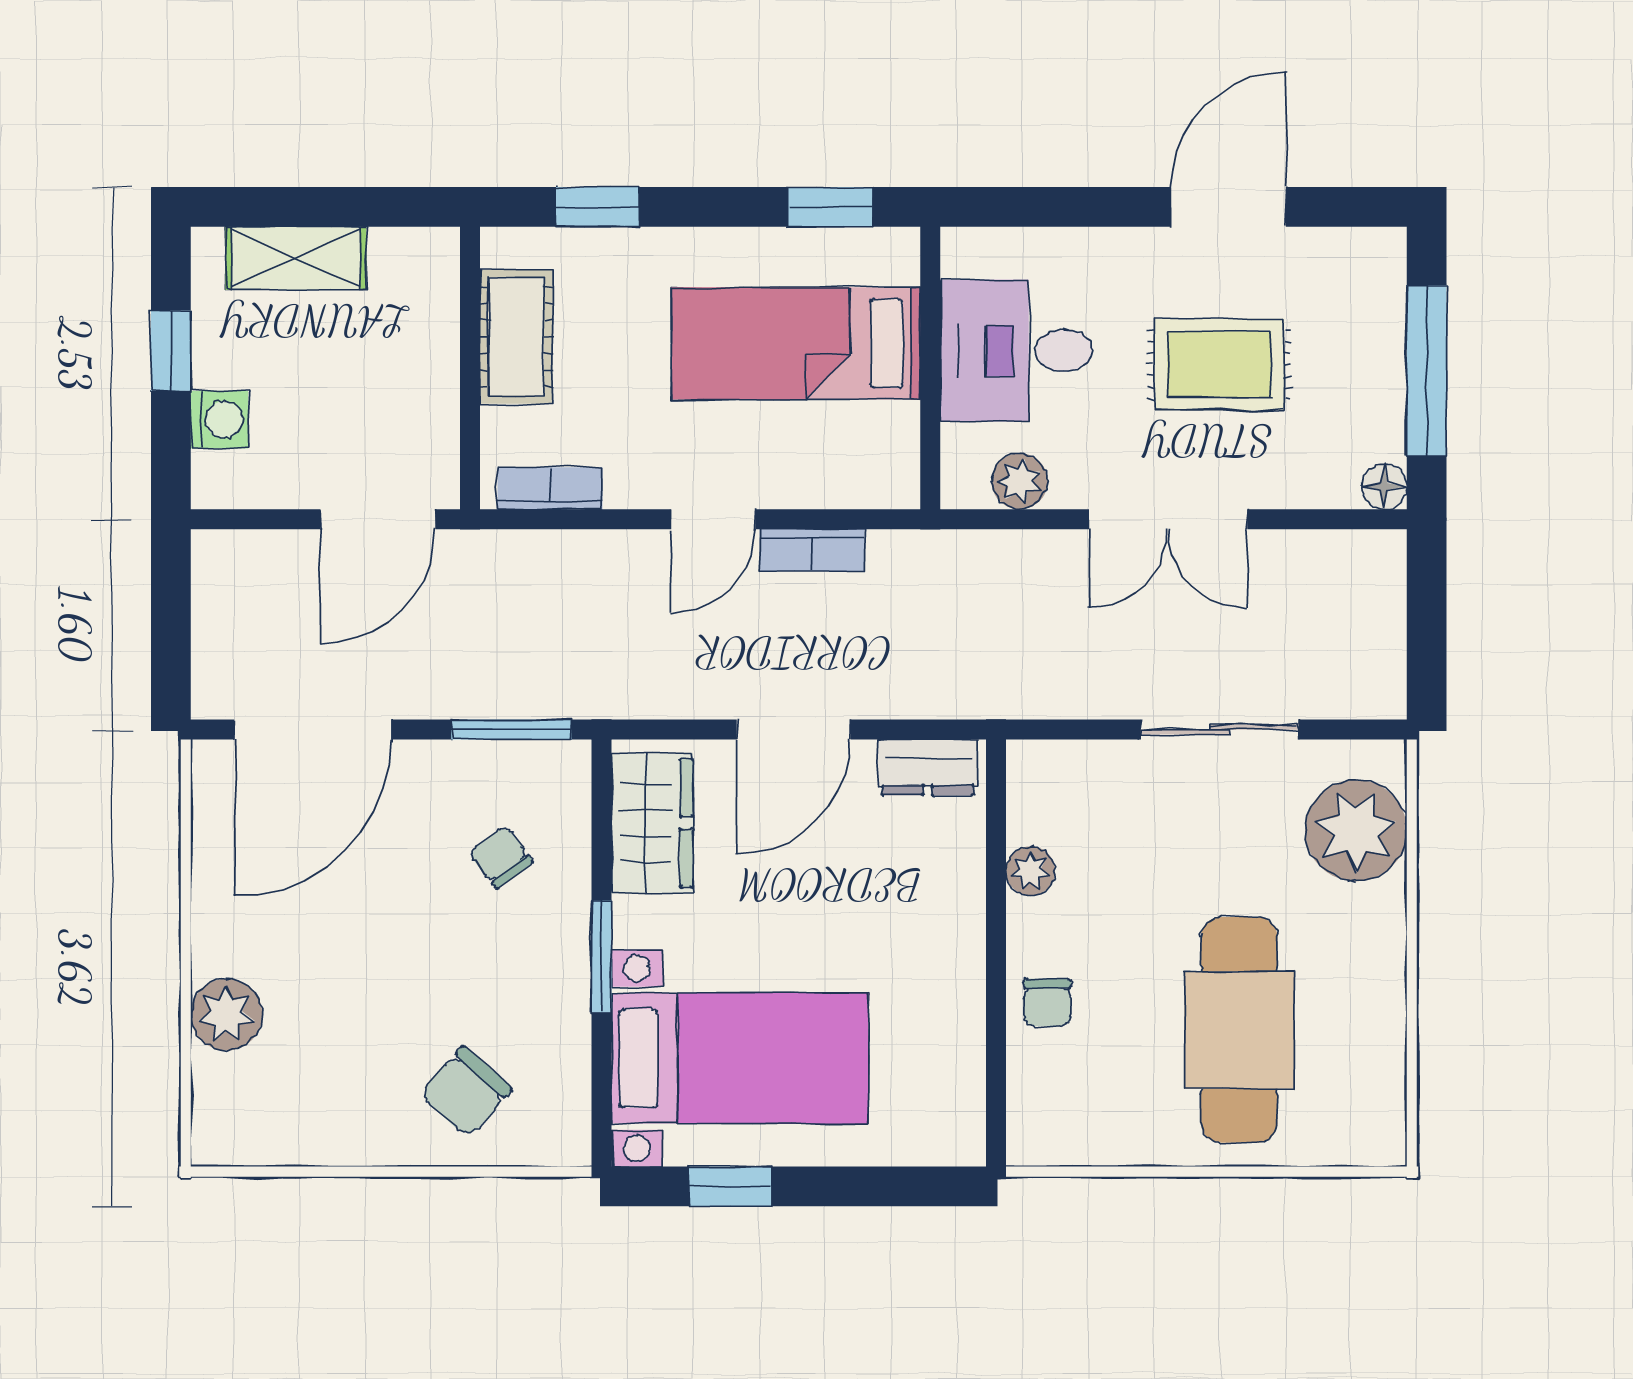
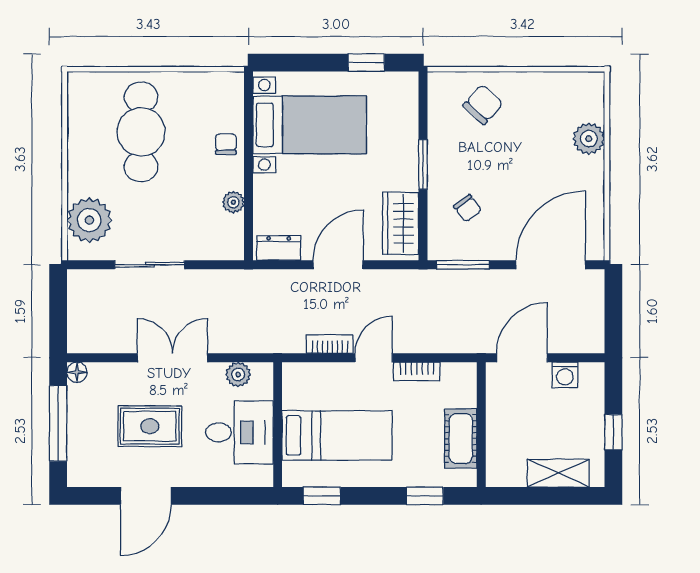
washing machine: (219, 420) -> (565, 375), moved, turned -90
bookcase: (550, 488) -> (417, 371), moved
bed with nightstands: (740, 1058) -> (310, 125), moved, turned 180

